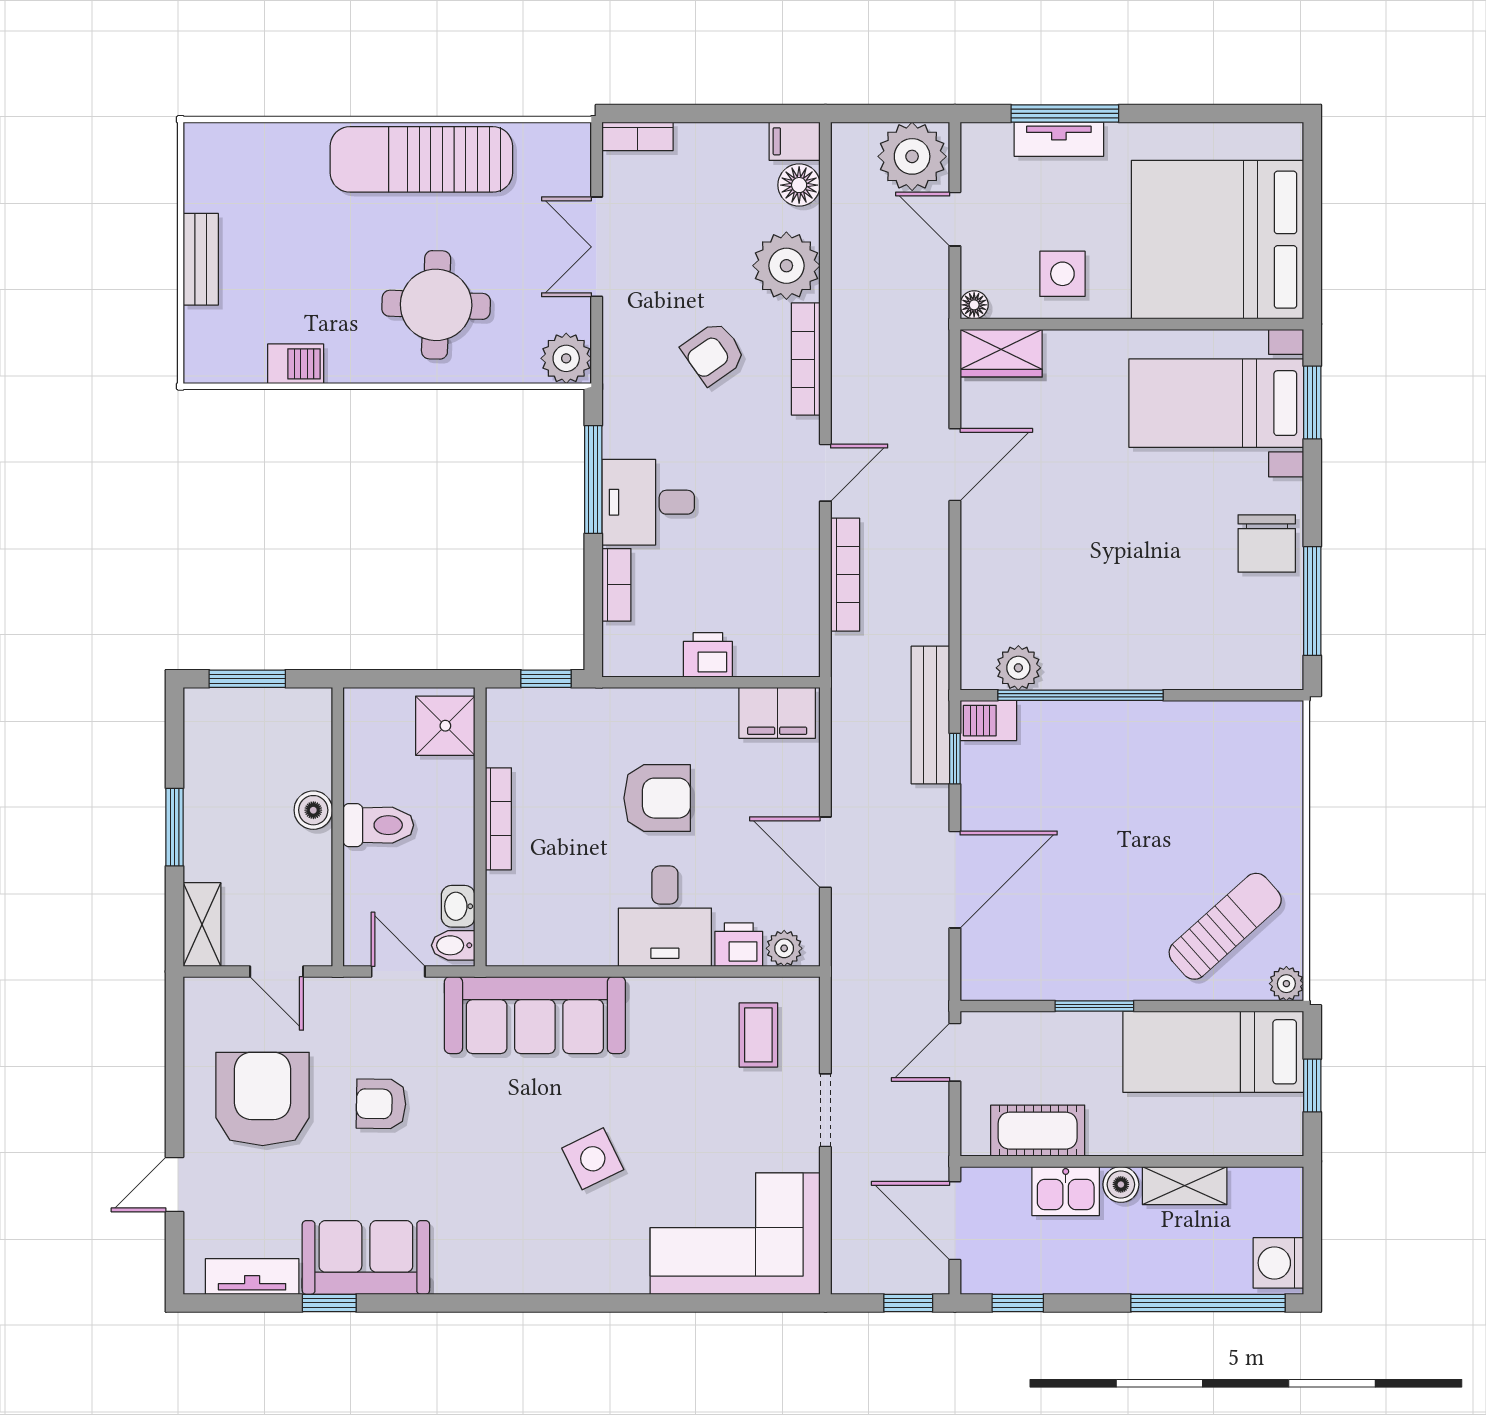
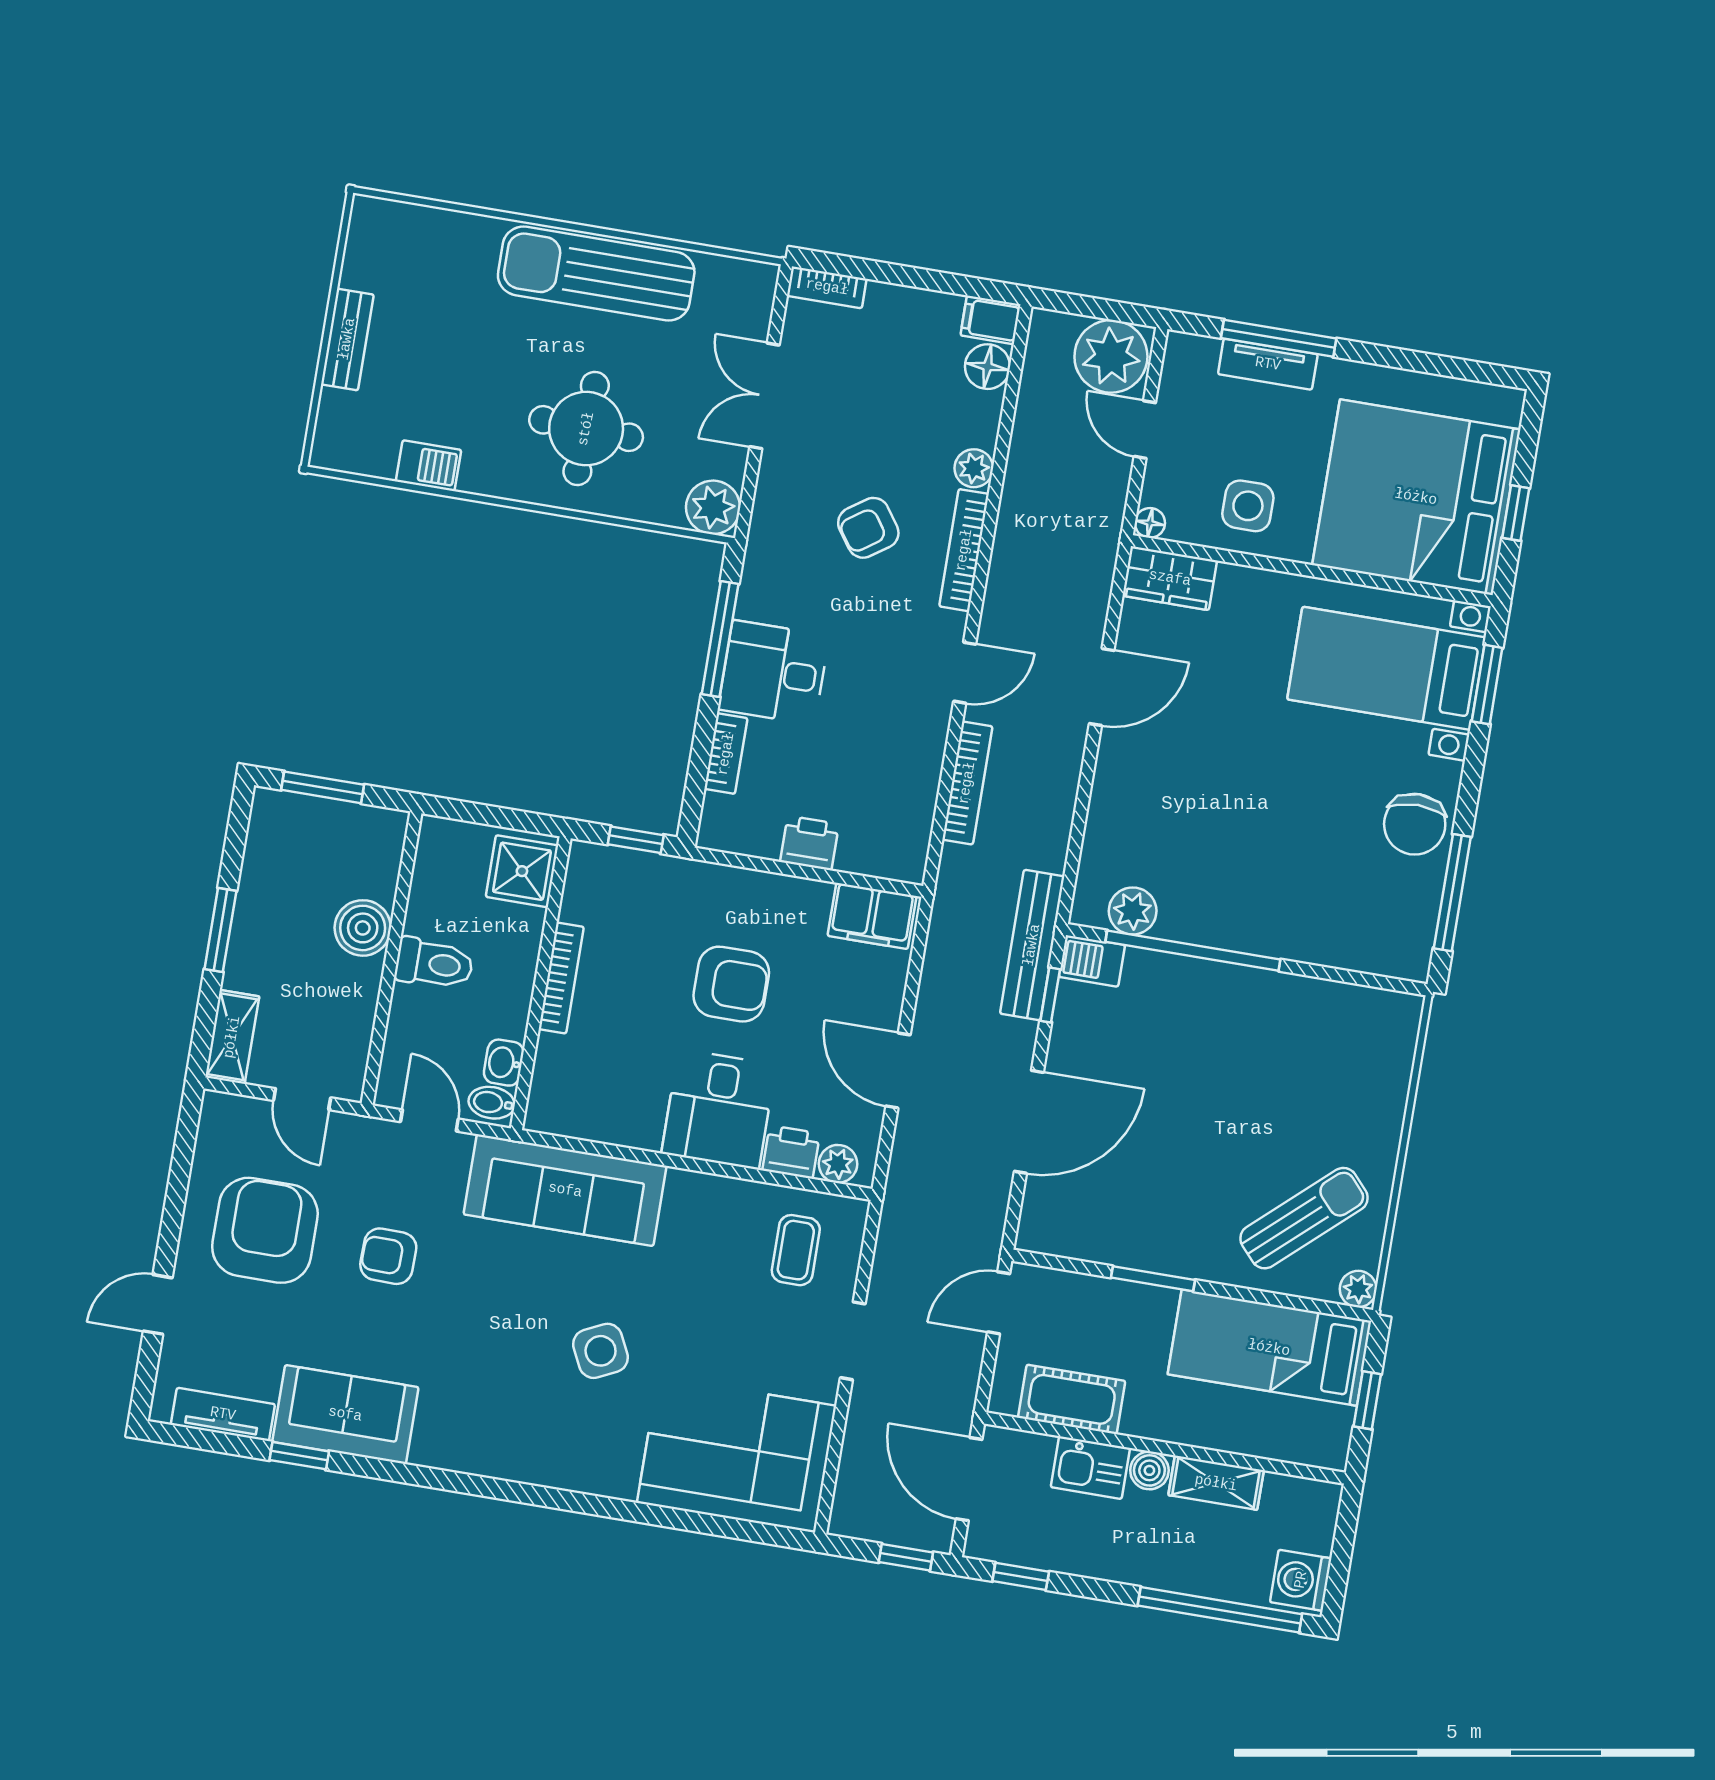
window: (1312, 239) -> (1516, 513), added
plant: (786, 266) -> (974, 468), width x0.53, depth x0.53
boiler: (313, 810) -> (363, 928), width x1.36, depth x1.36

